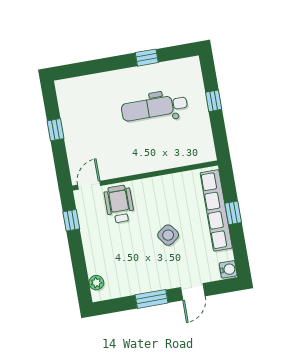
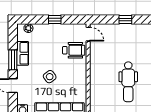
dental chair: (154, 108) -> (128, 82), turned 180
window: (71, 220) -> (55, 20), moved
row of seats: (138, 285) -> (23, 53), added

